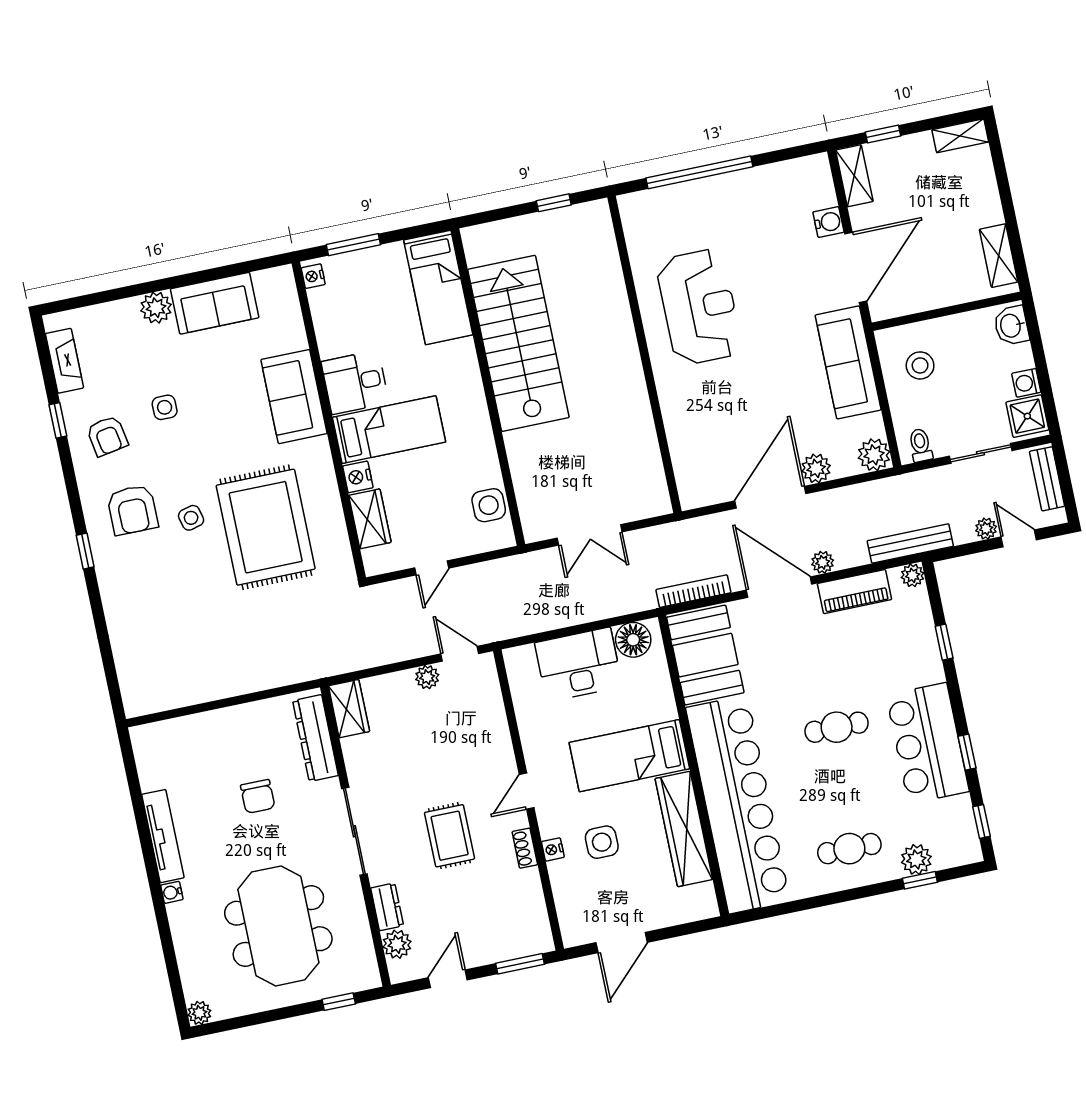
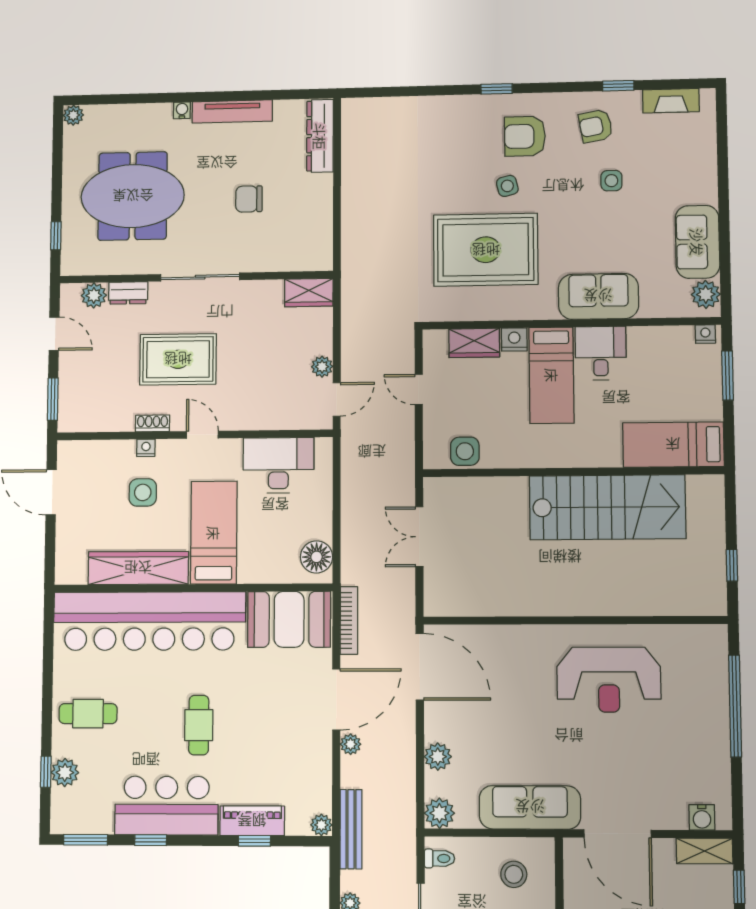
water cooler: (828, 222) -> (702, 817), moved
plant: (156, 308) -> (706, 294), moved
door: (770, 497) -> (420, 667), moved
piano: (854, 592) -> (252, 821), moved, turned 90
desk: (578, 664) -> (278, 465), moved, turned -90
dresser: (315, 738) -> (320, 136), moved, turned -90
window: (982, 821) -> (86, 840), width x1.50
rug: (450, 836) -> (178, 359), width x1.36, depth x1.43
cafe table: (849, 849) -> (88, 714), turned 90

